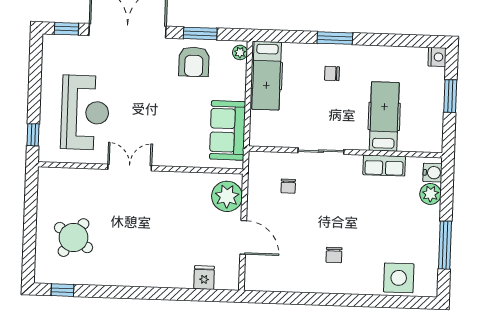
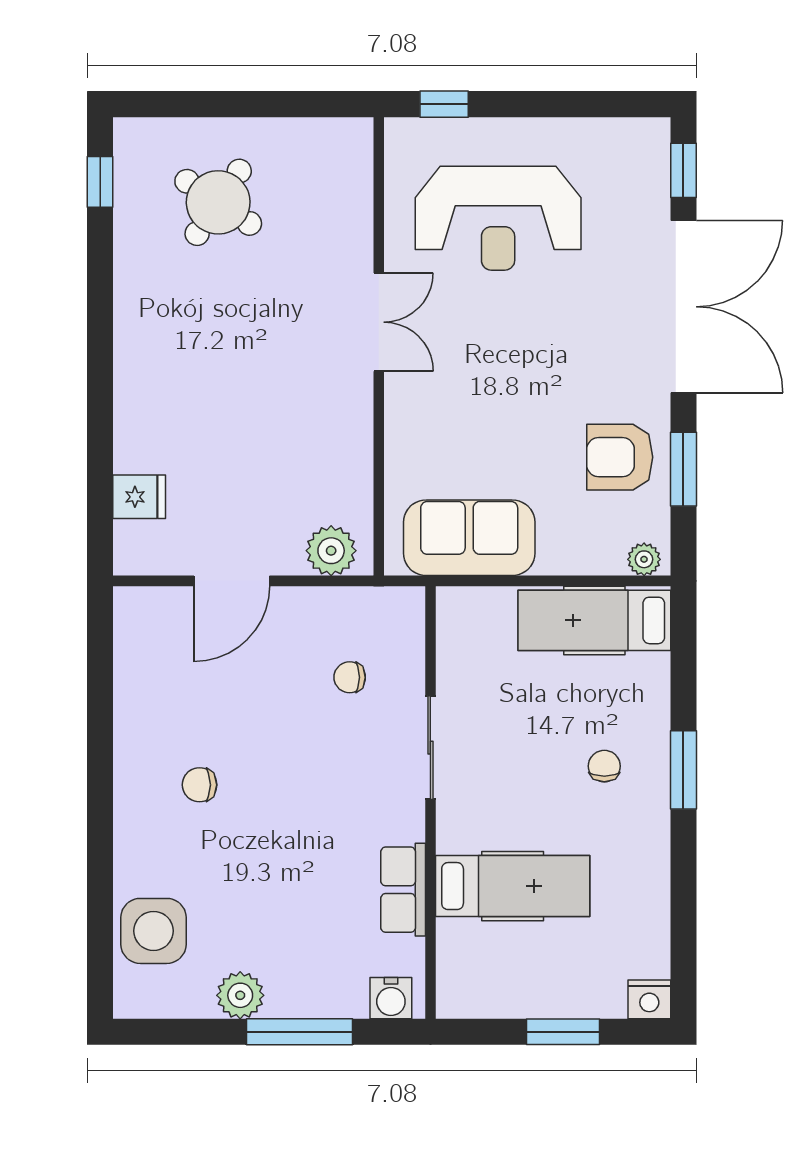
plant: (430, 194) -> (240, 995), moved
plant: (227, 196) -> (331, 551), width x0.73, depth x0.73
window: (445, 245) -> (300, 1032), moved

